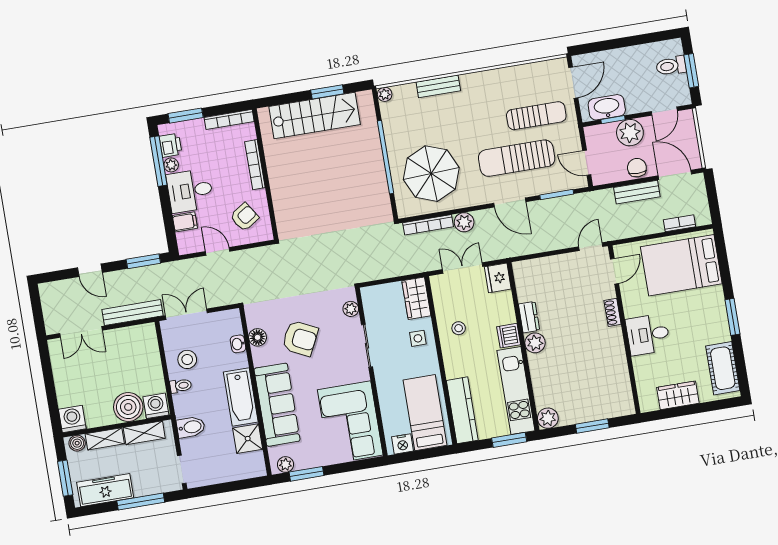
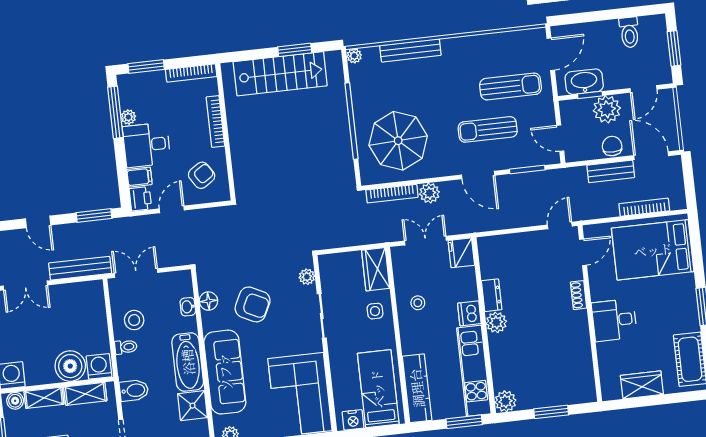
toilet: (671, 66) -> (629, 32), moved, turned -90
bench: (438, 86) -> (410, 50), width x1.36
printer: (171, 145) -> (140, 199), moved
sun lounger: (517, 158) -> (488, 129), width x0.73, depth x0.75
bookcase: (679, 223) -> (644, 207), width x1.56
door: (218, 251) -> (172, 209), hinge flipped

